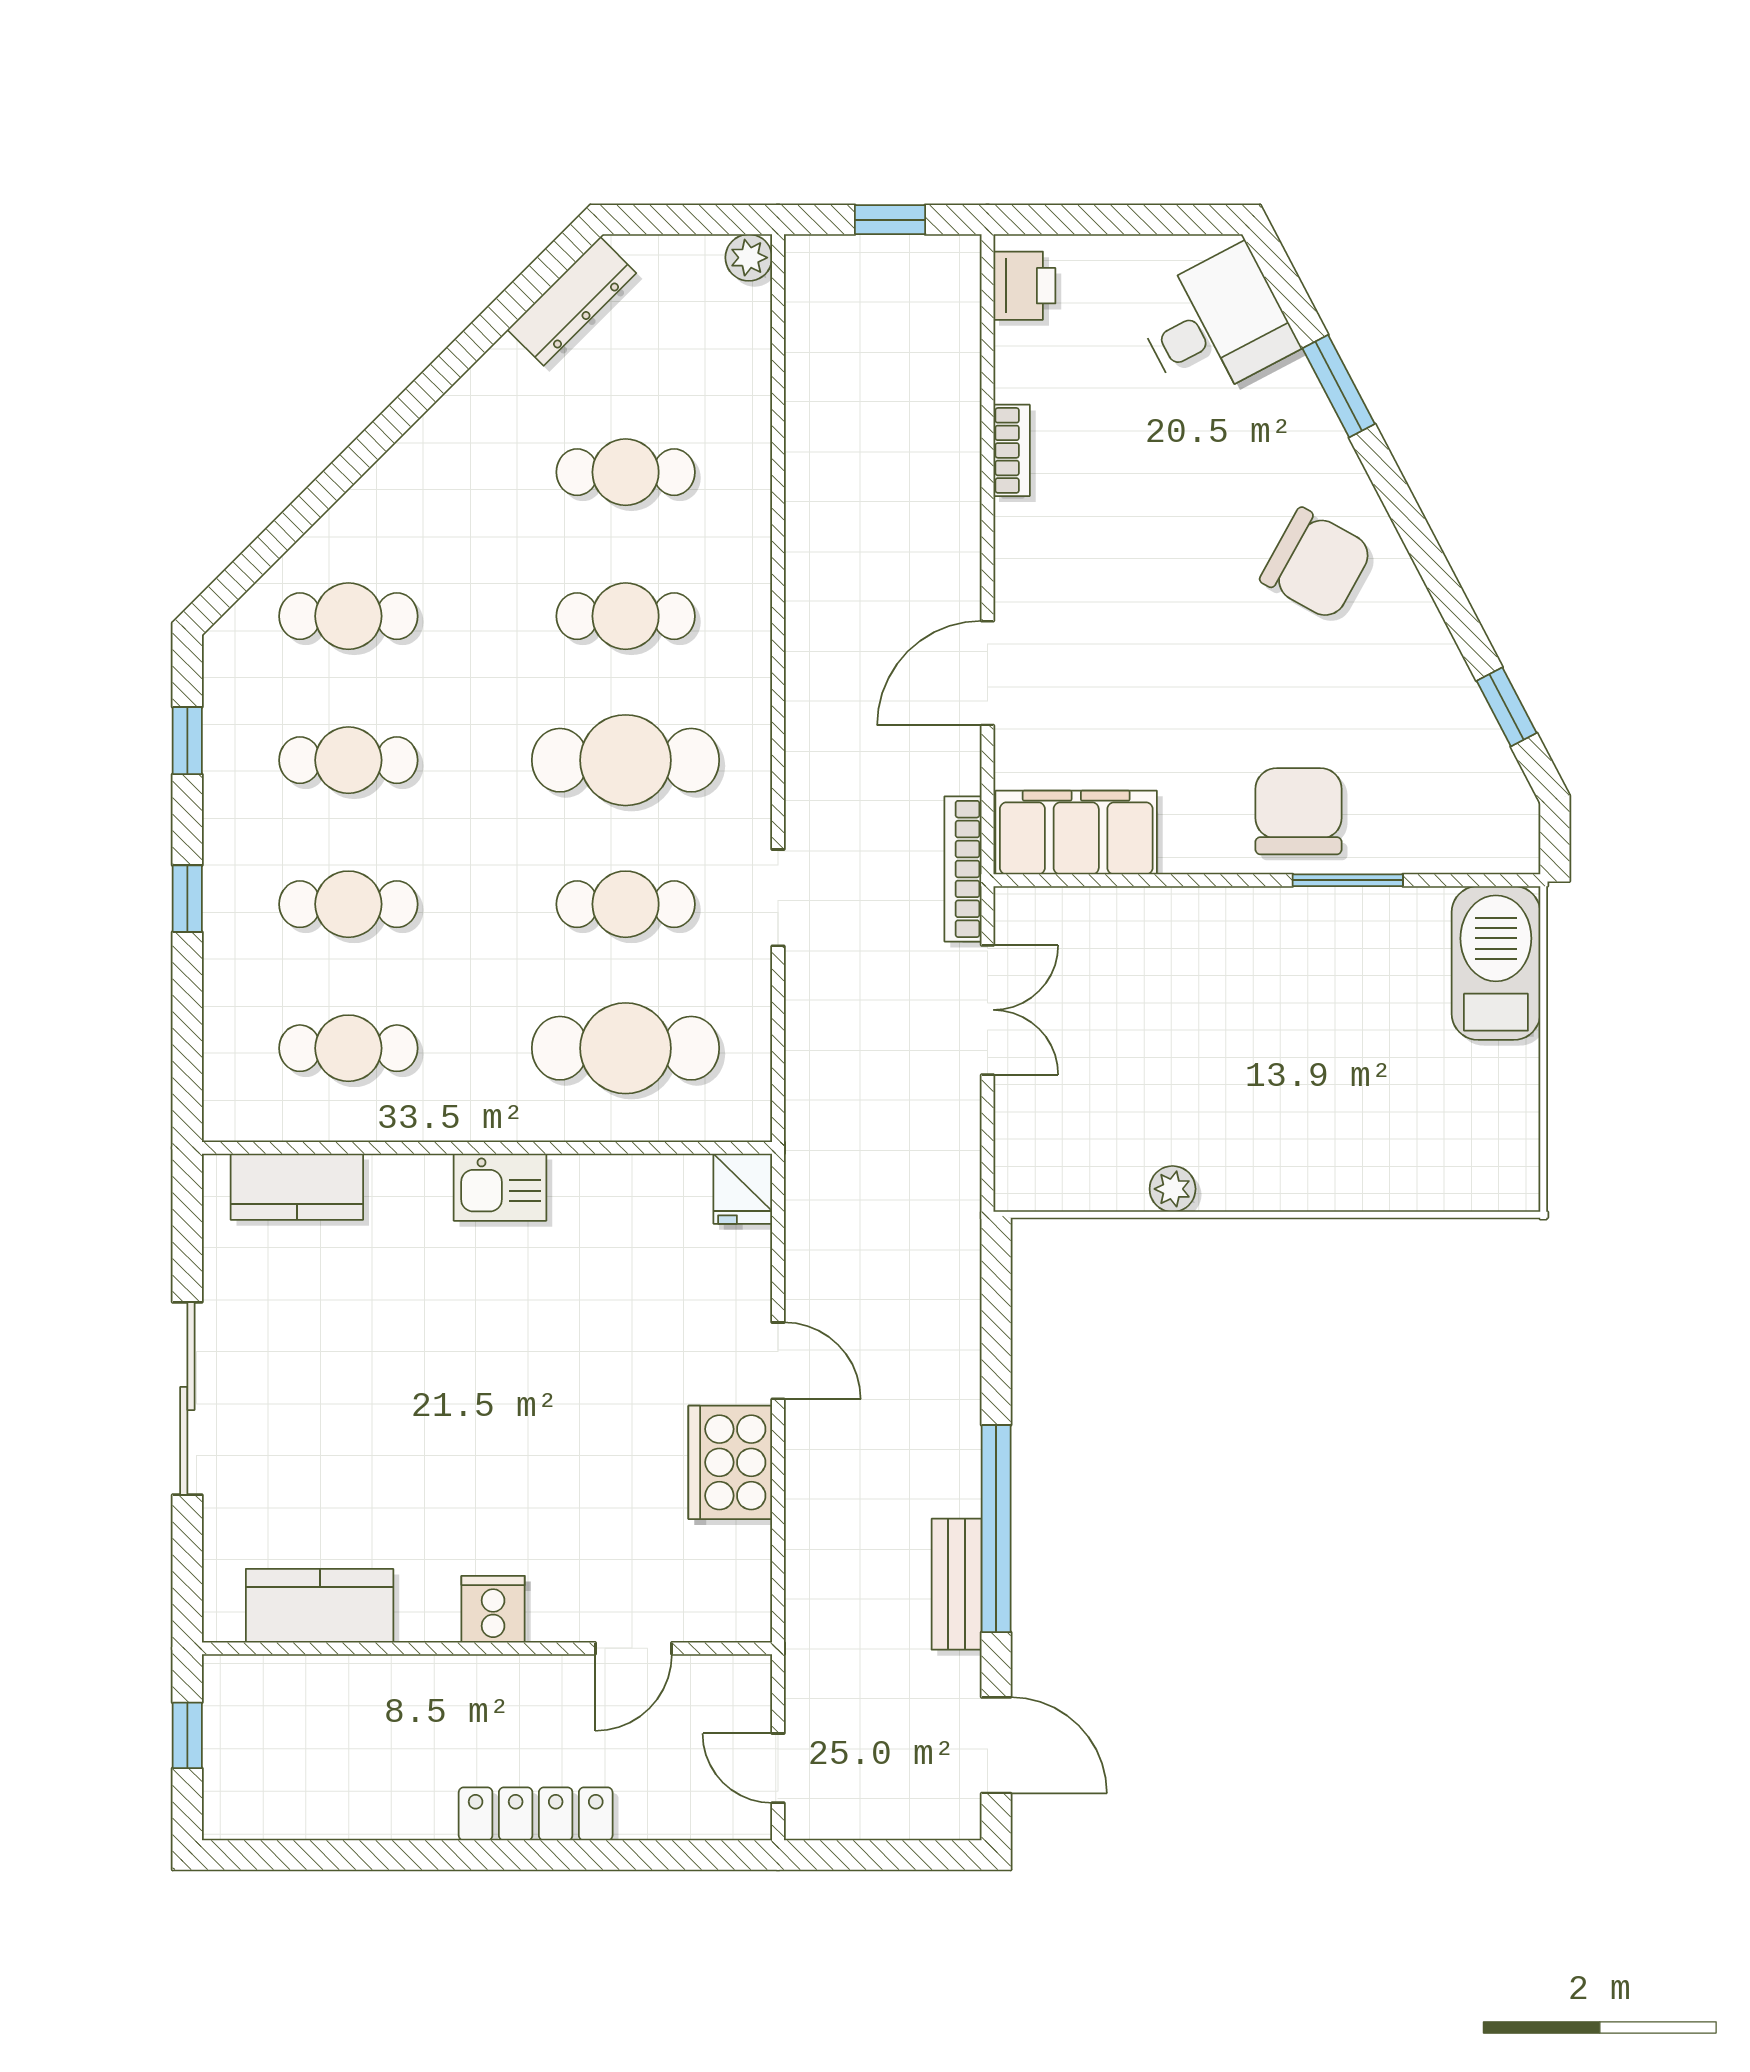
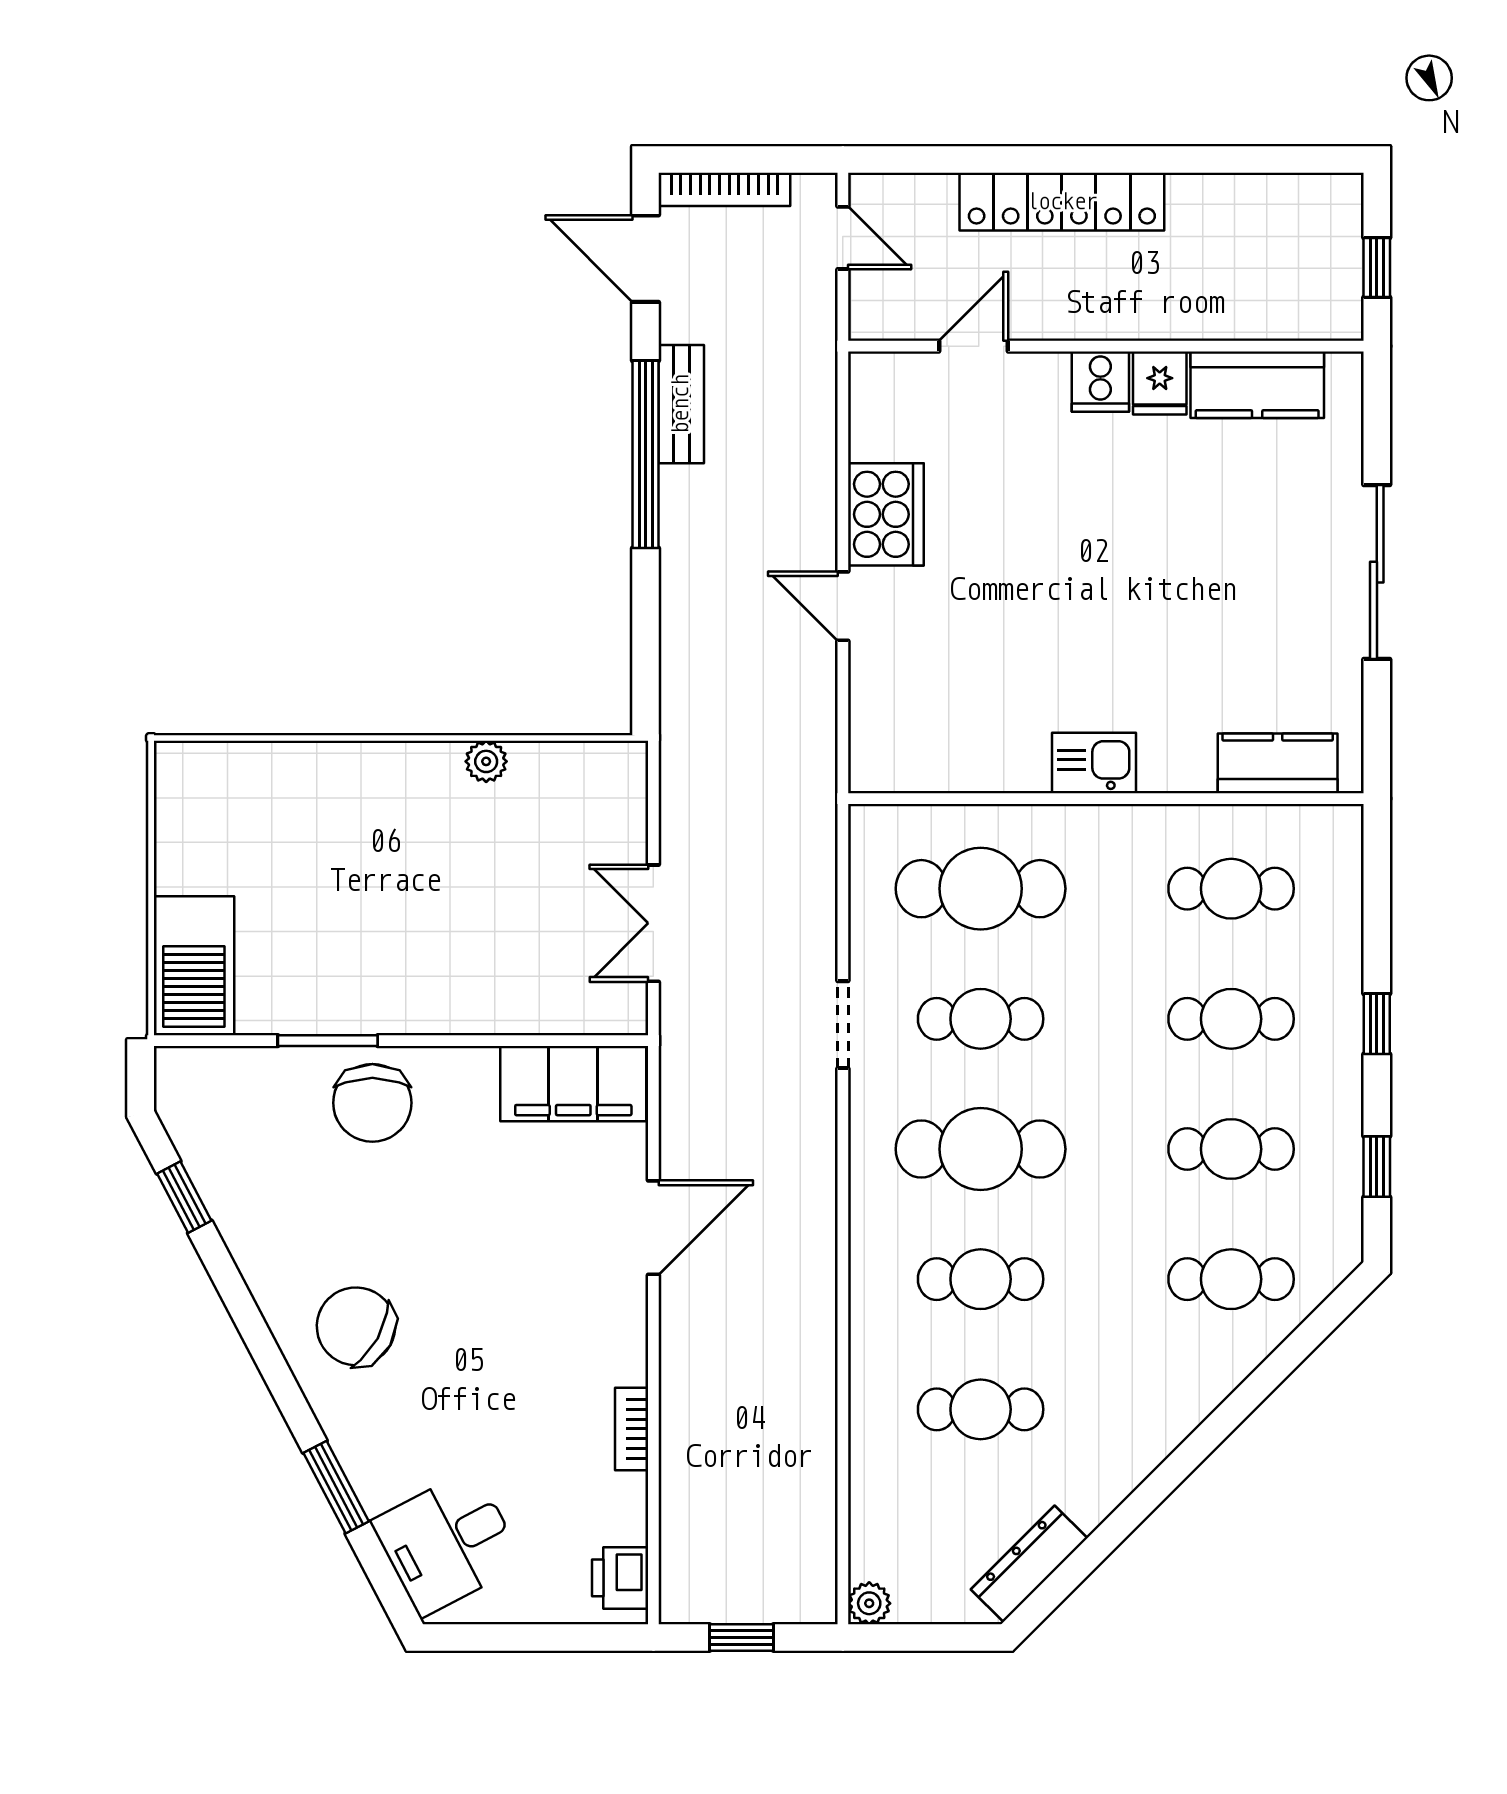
bookcase: (963, 869) -> (724, 189), moved, turned 90
fridge: (743, 1189) -> (1160, 383), moved, turned 180
locker: (536, 1814) -> (1062, 202), width x1.41, depth x1.21

